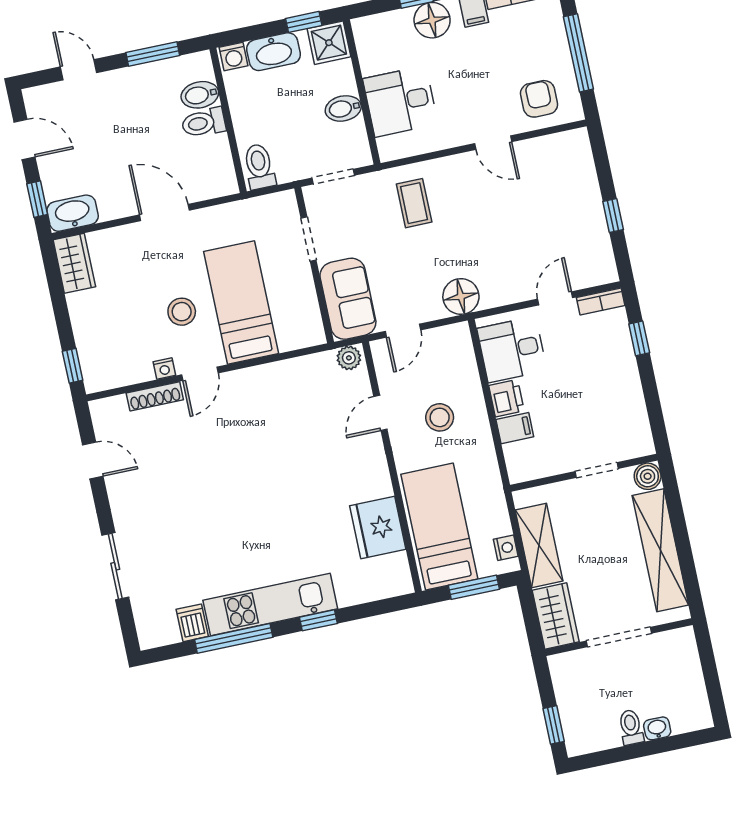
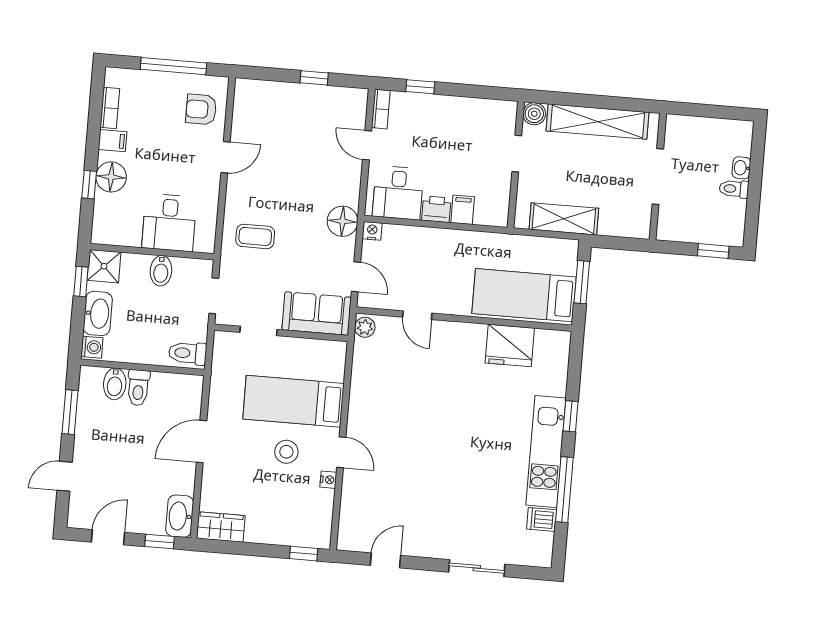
shoe rack: (155, 396) -> (349, 494), removed
stool: (440, 417) -> (435, 268), removed
nightstand: (506, 548) -> (372, 231), moved
wardrobe: (556, 616) -> (625, 223), removed

